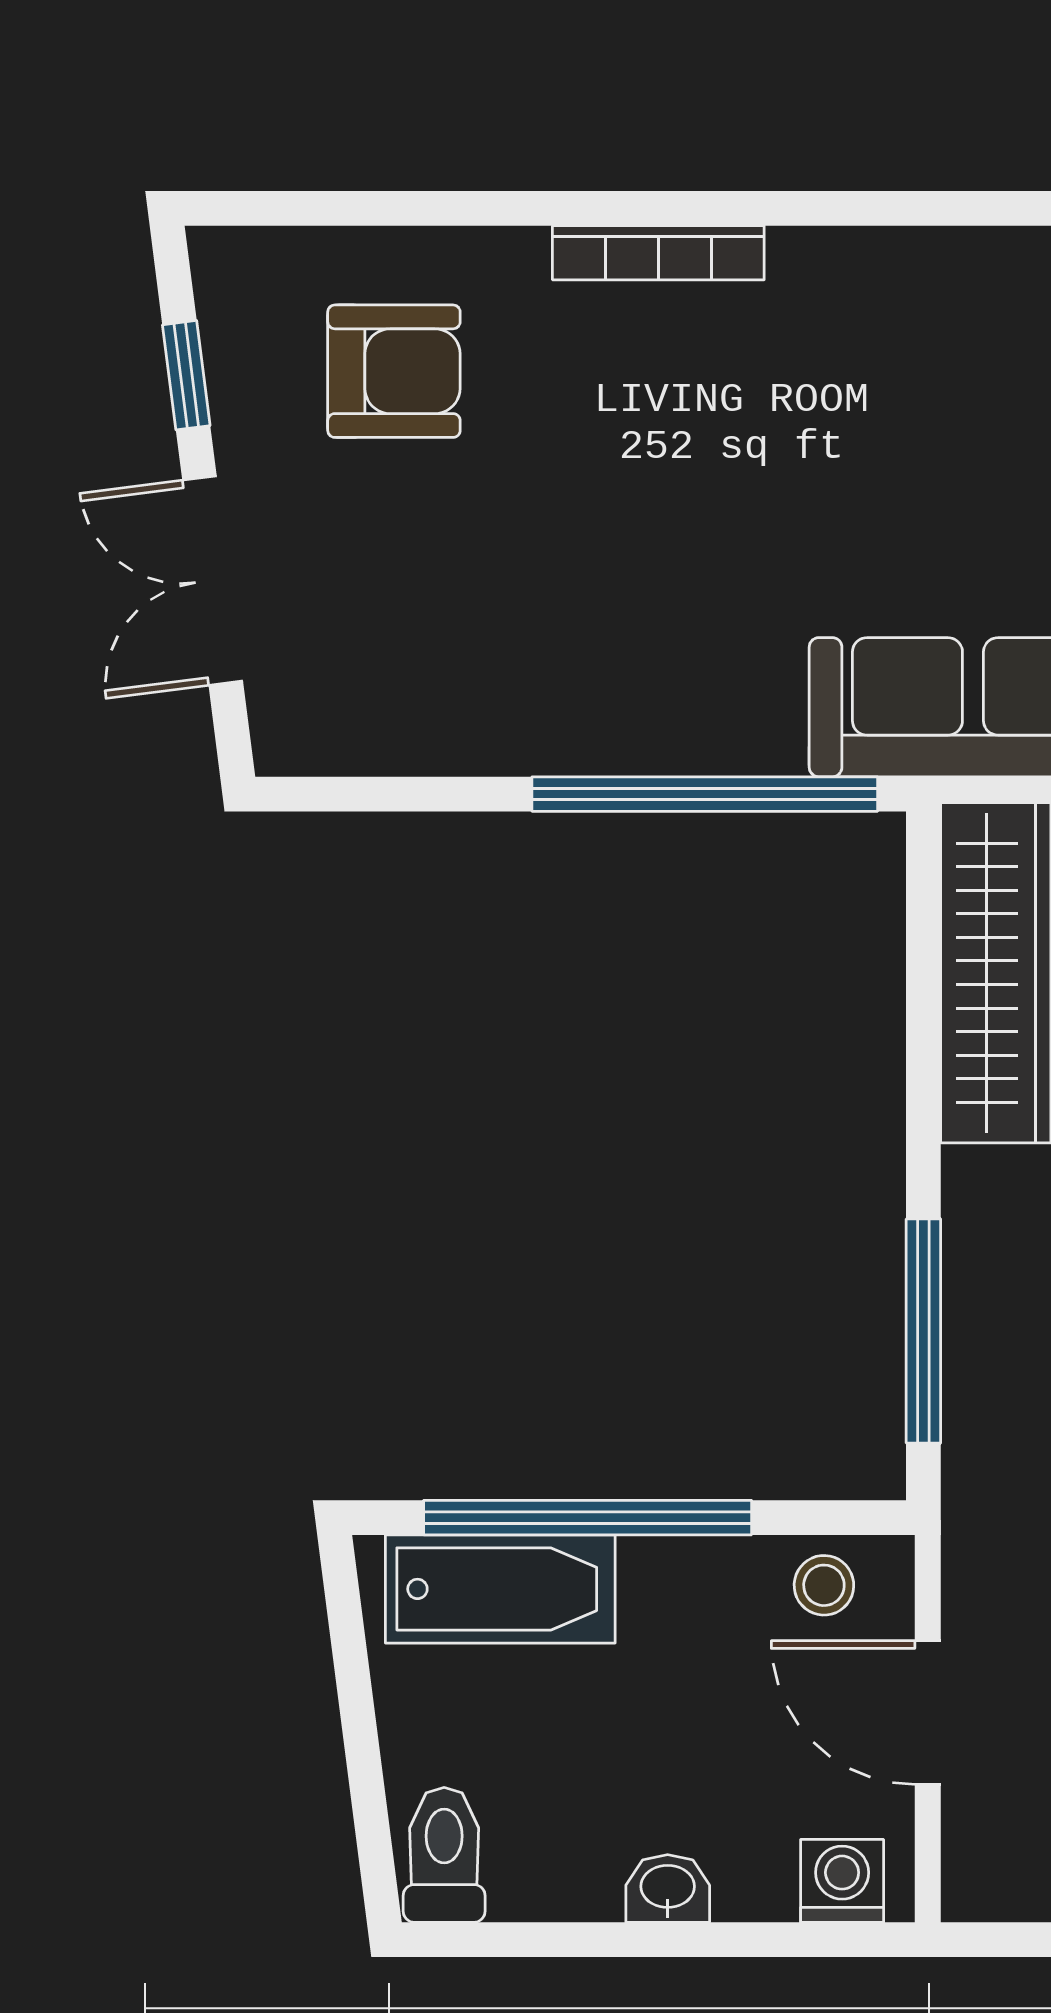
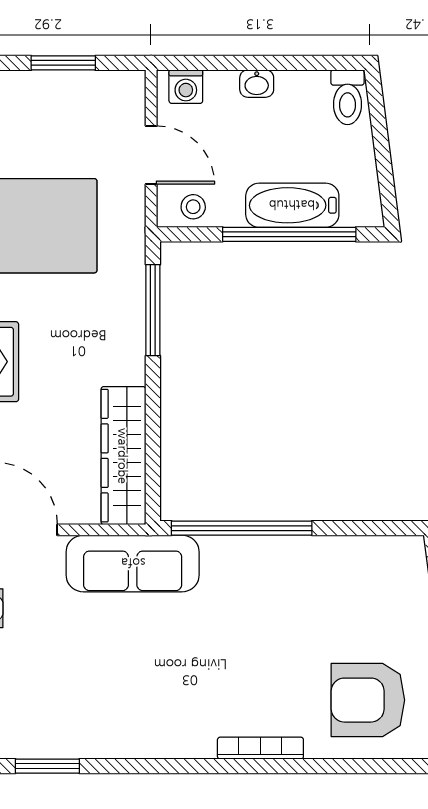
armchair: (394, 371) -> (368, 700), width x1.36, depth x1.36
bathtub: (500, 1589) -> (292, 205), moved

